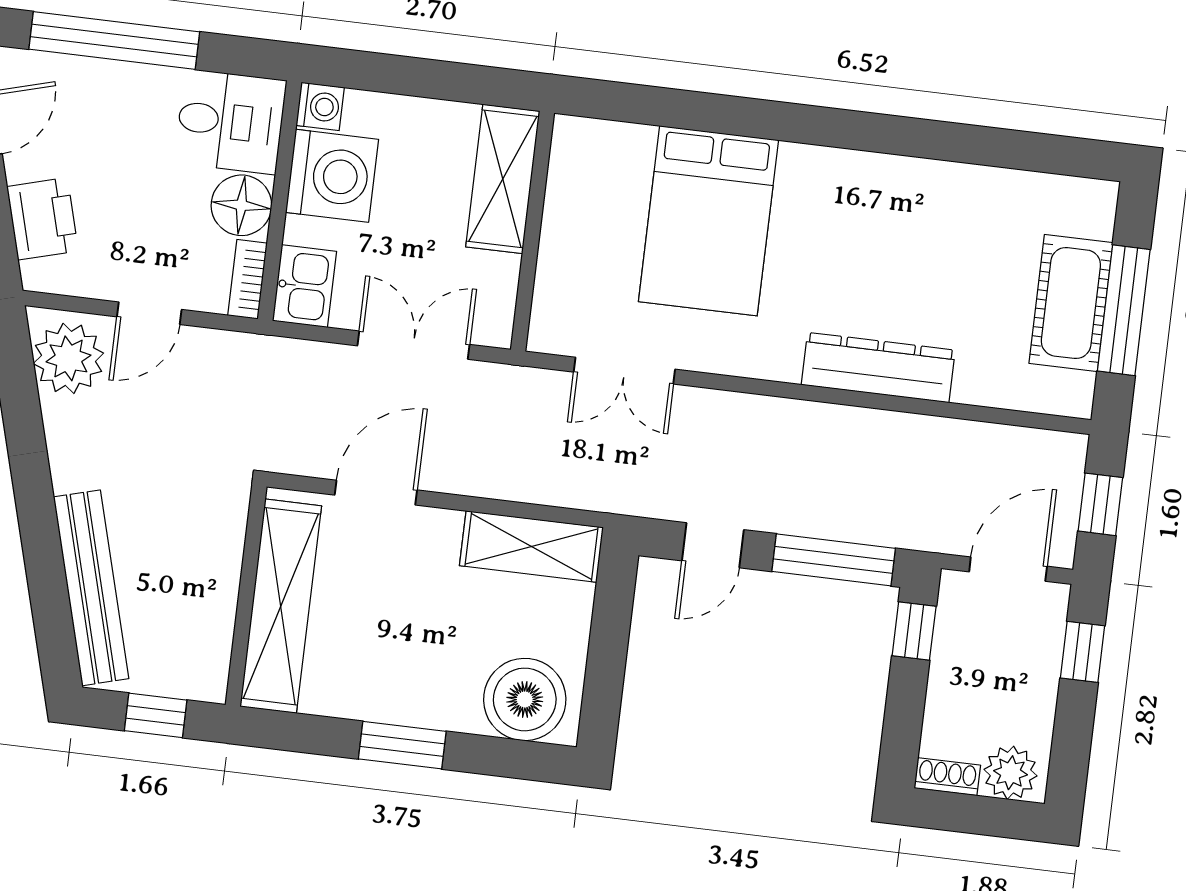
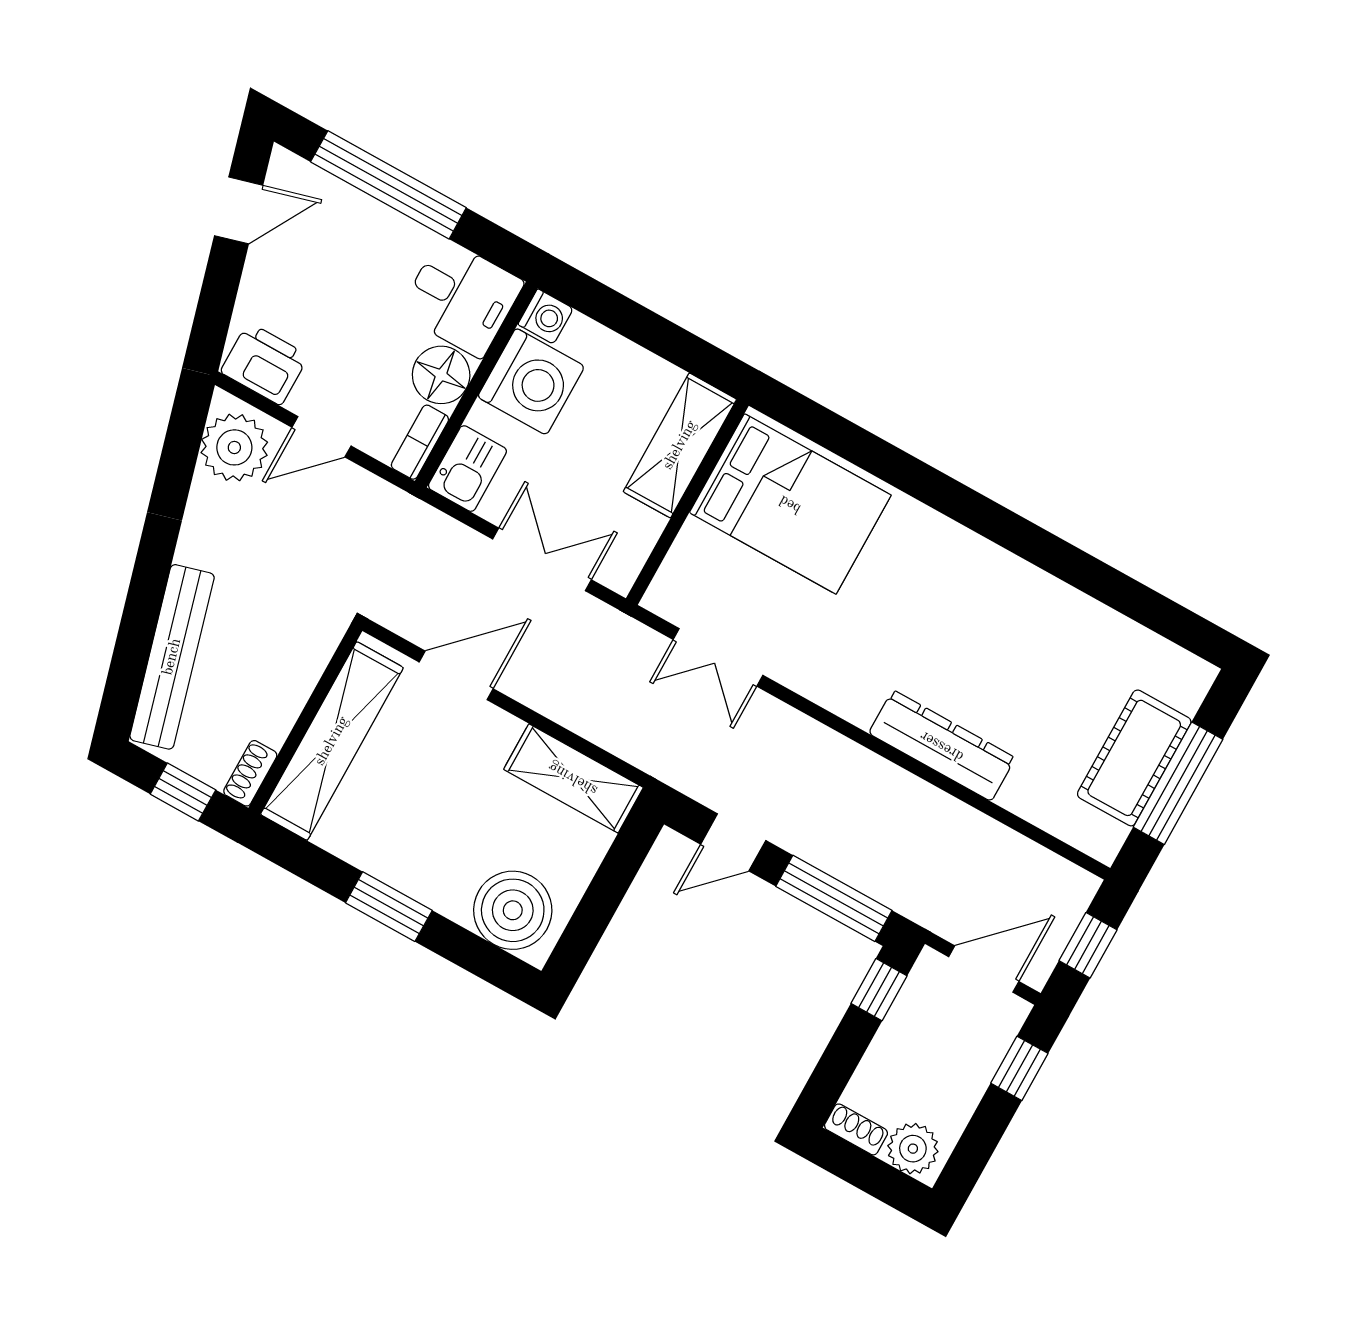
printer: (42, 219) -> (264, 364), moved, turned -75
bed: (708, 221) -> (790, 504), moved, turned -90
shoe rack: (214, 670) -> (250, 773), added

